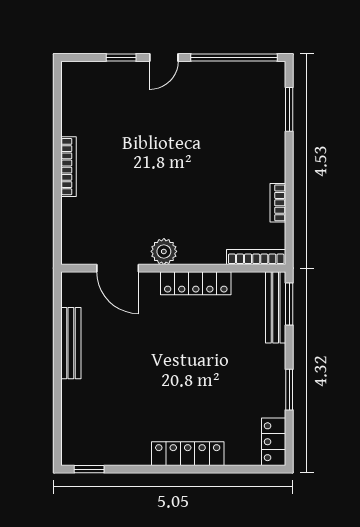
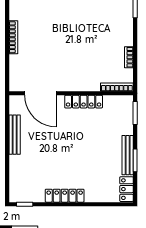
plant: (164, 251) -> (66, 84), removed
door: (118, 268) -> (40, 93), width x1.36
bench: (276, 307) -> (128, 155), moved
locker: (188, 454) -> (65, 196), moved

